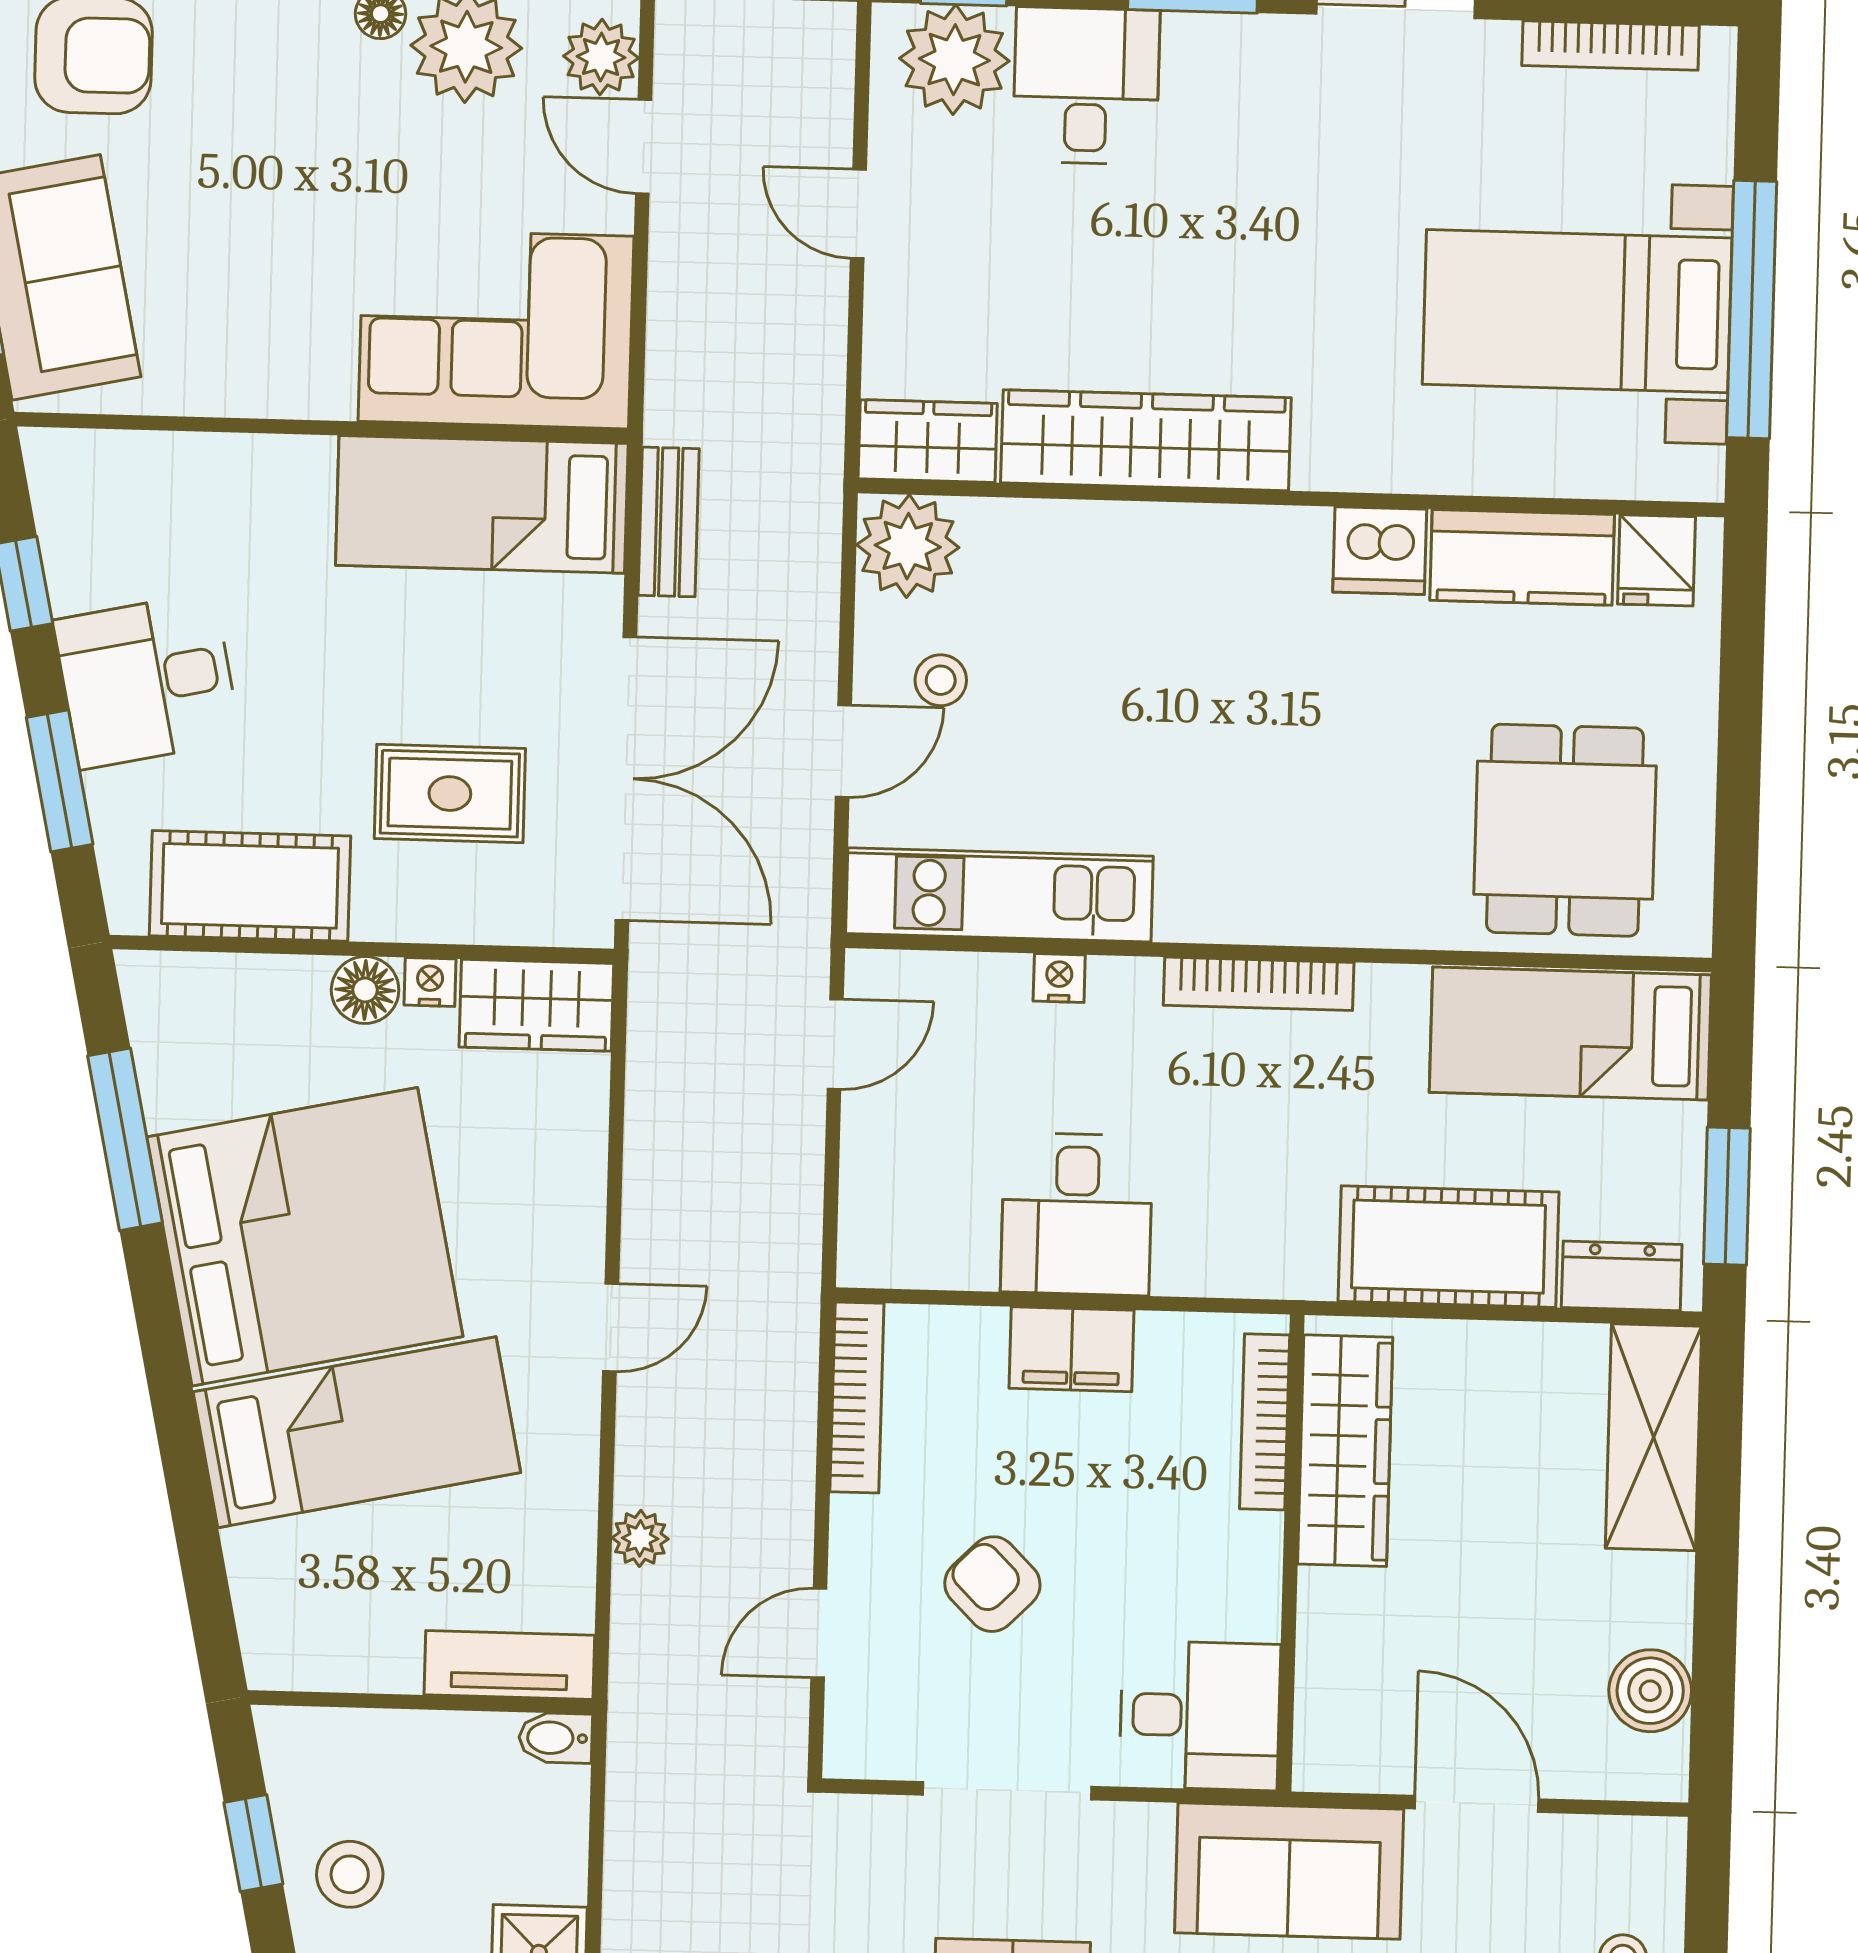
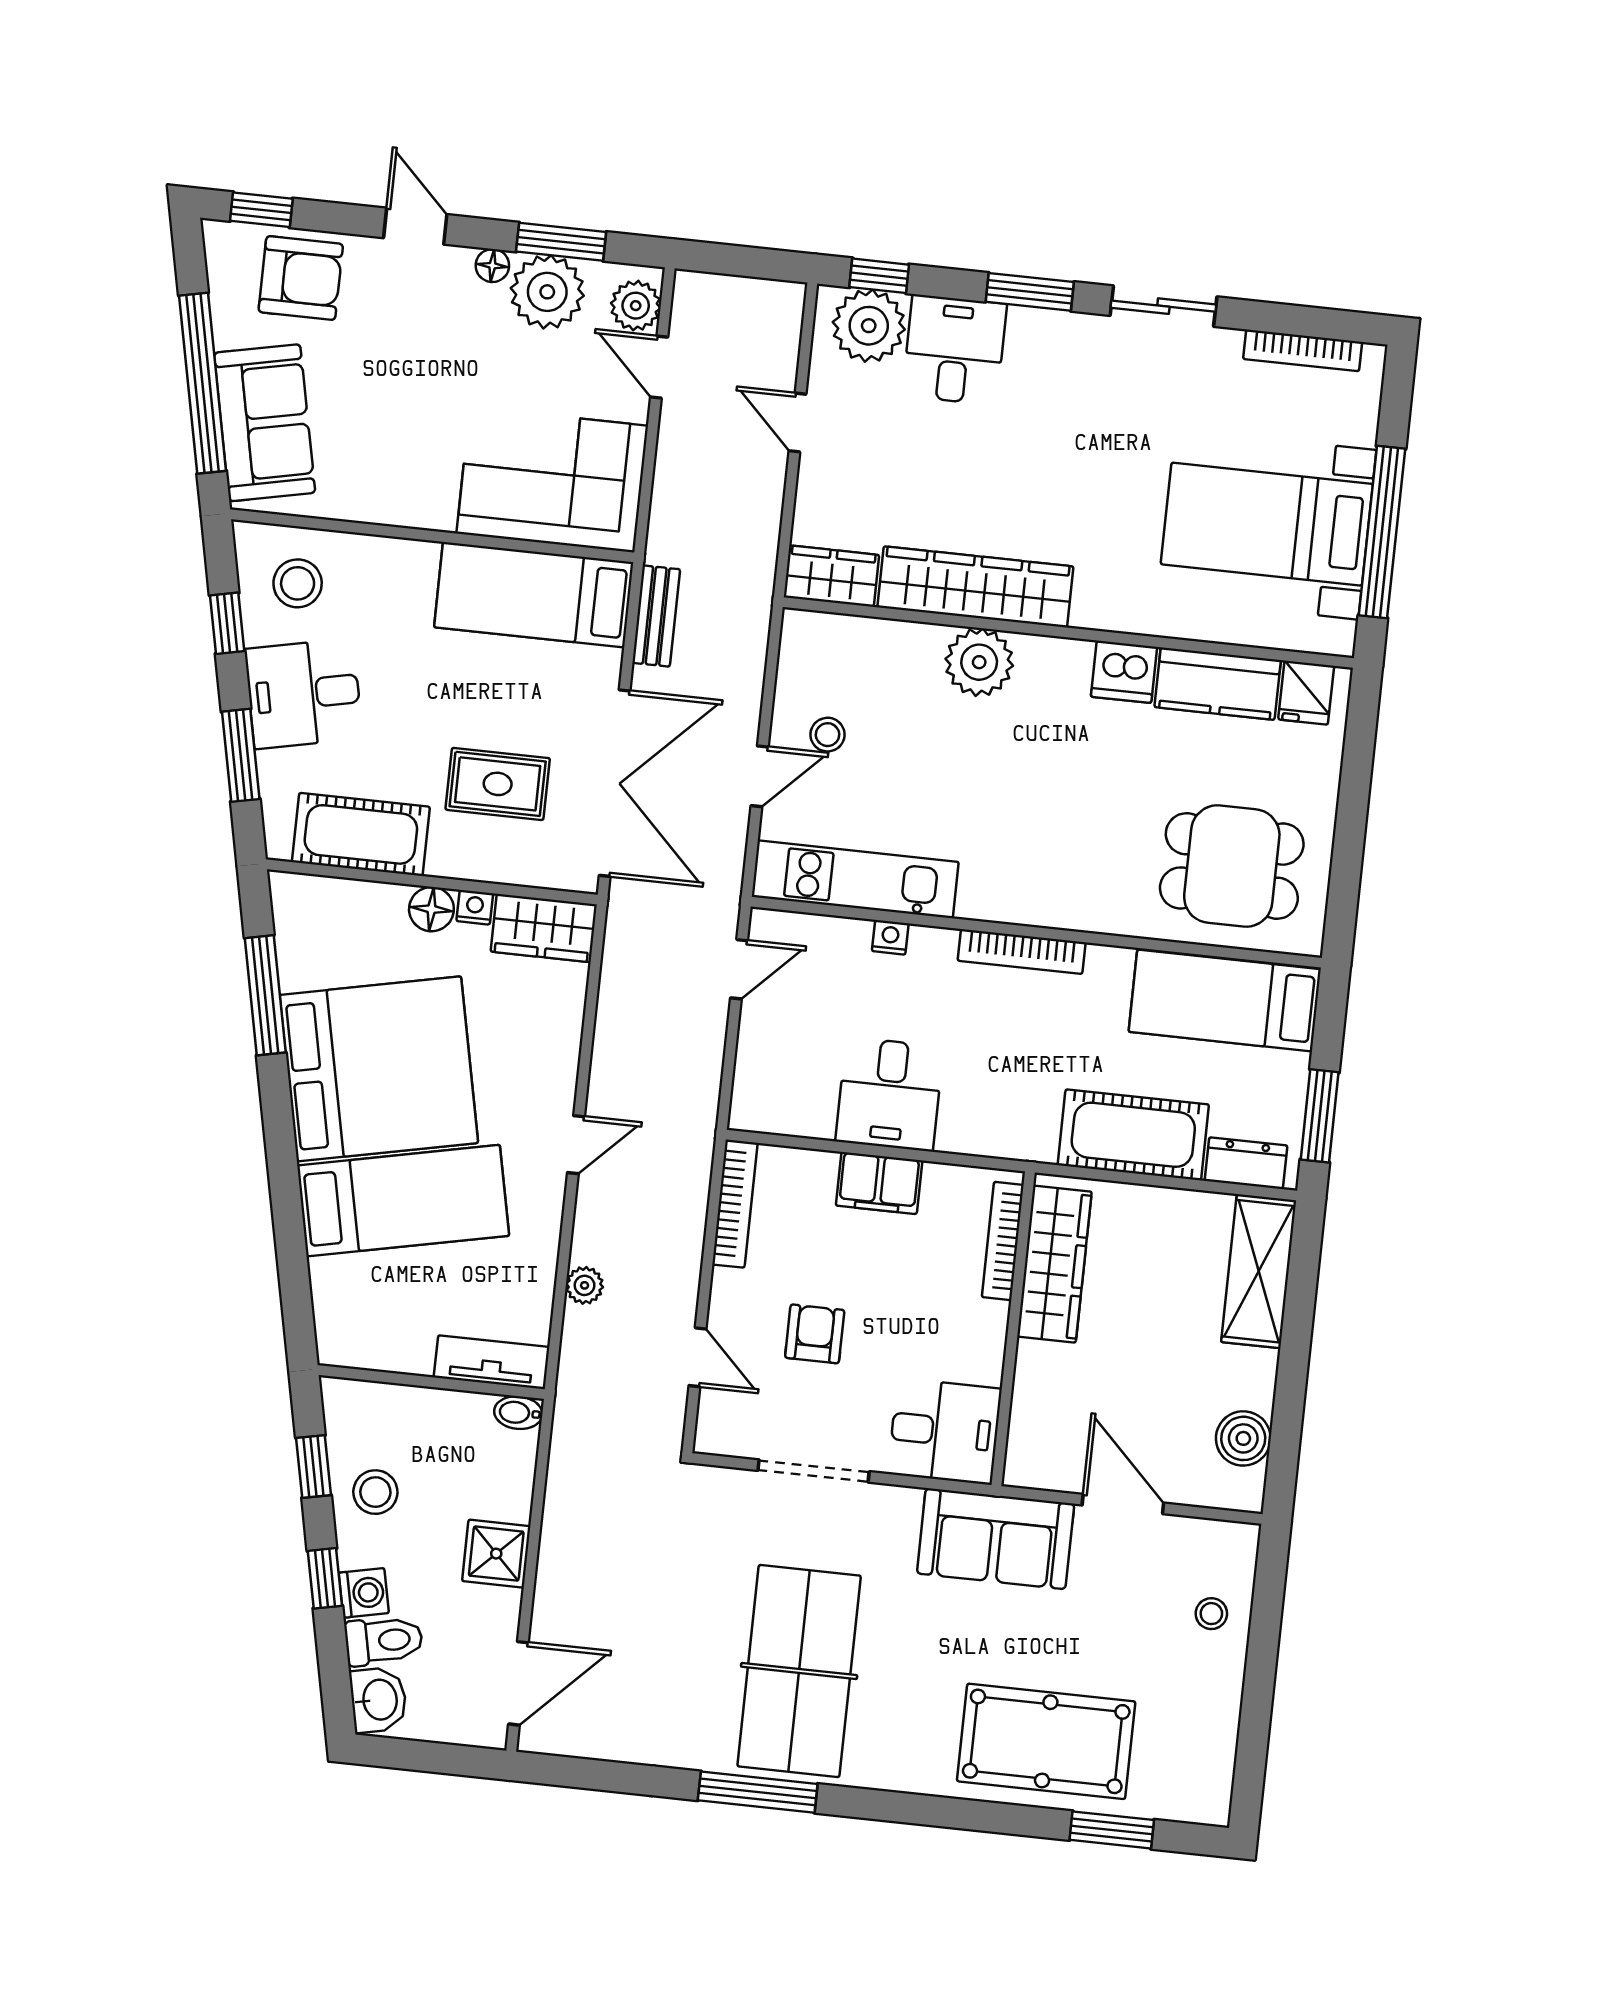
stool: (125, 515) -> (298, 583), added
plant: (908, 546) -> (979, 662), moved
dining table: (1565, 830) -> (1232, 866), turned 90
armchair: (992, 1584) -> (815, 1334), turned 45
door: (819, 1633) -> (698, 1357), swing flipped

